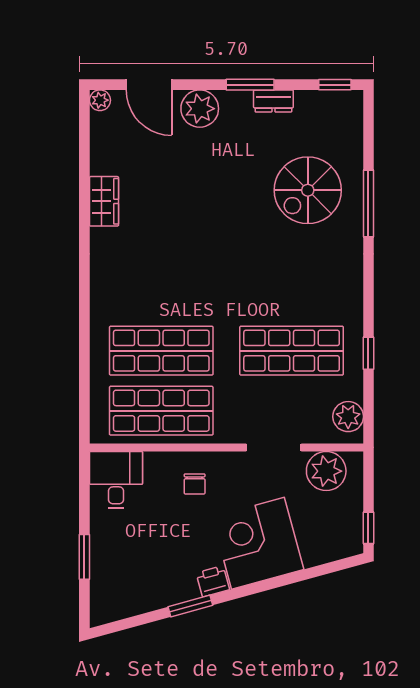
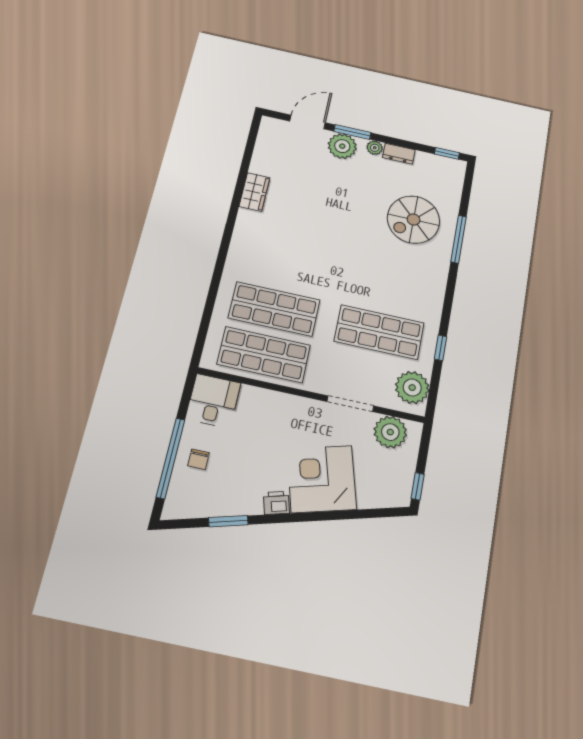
door: (149, 85) -> (307, 122), swing flipped
window: (250, 85) -> (352, 132), moved
plant: (100, 100) -> (375, 148), moved
plant: (348, 417) -> (412, 388), width x1.36, depth x1.36
chair: (195, 484) -> (199, 459), moved
window: (84, 557) -> (171, 458), width x2.11
window: (190, 606) -> (228, 521), moved

